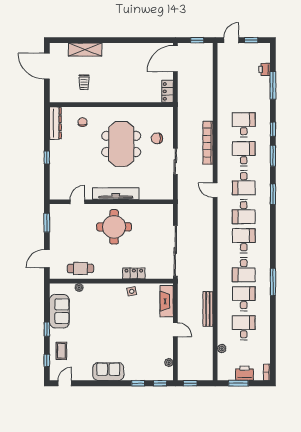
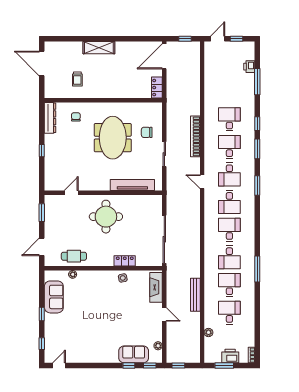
shelving: (85, 50) -> (99, 48), moved
tv unit: (116, 194) -> (132, 185), moved
coffee table: (61, 351) -> (56, 335), removed
sofa: (108, 372) -> (134, 354), moved

